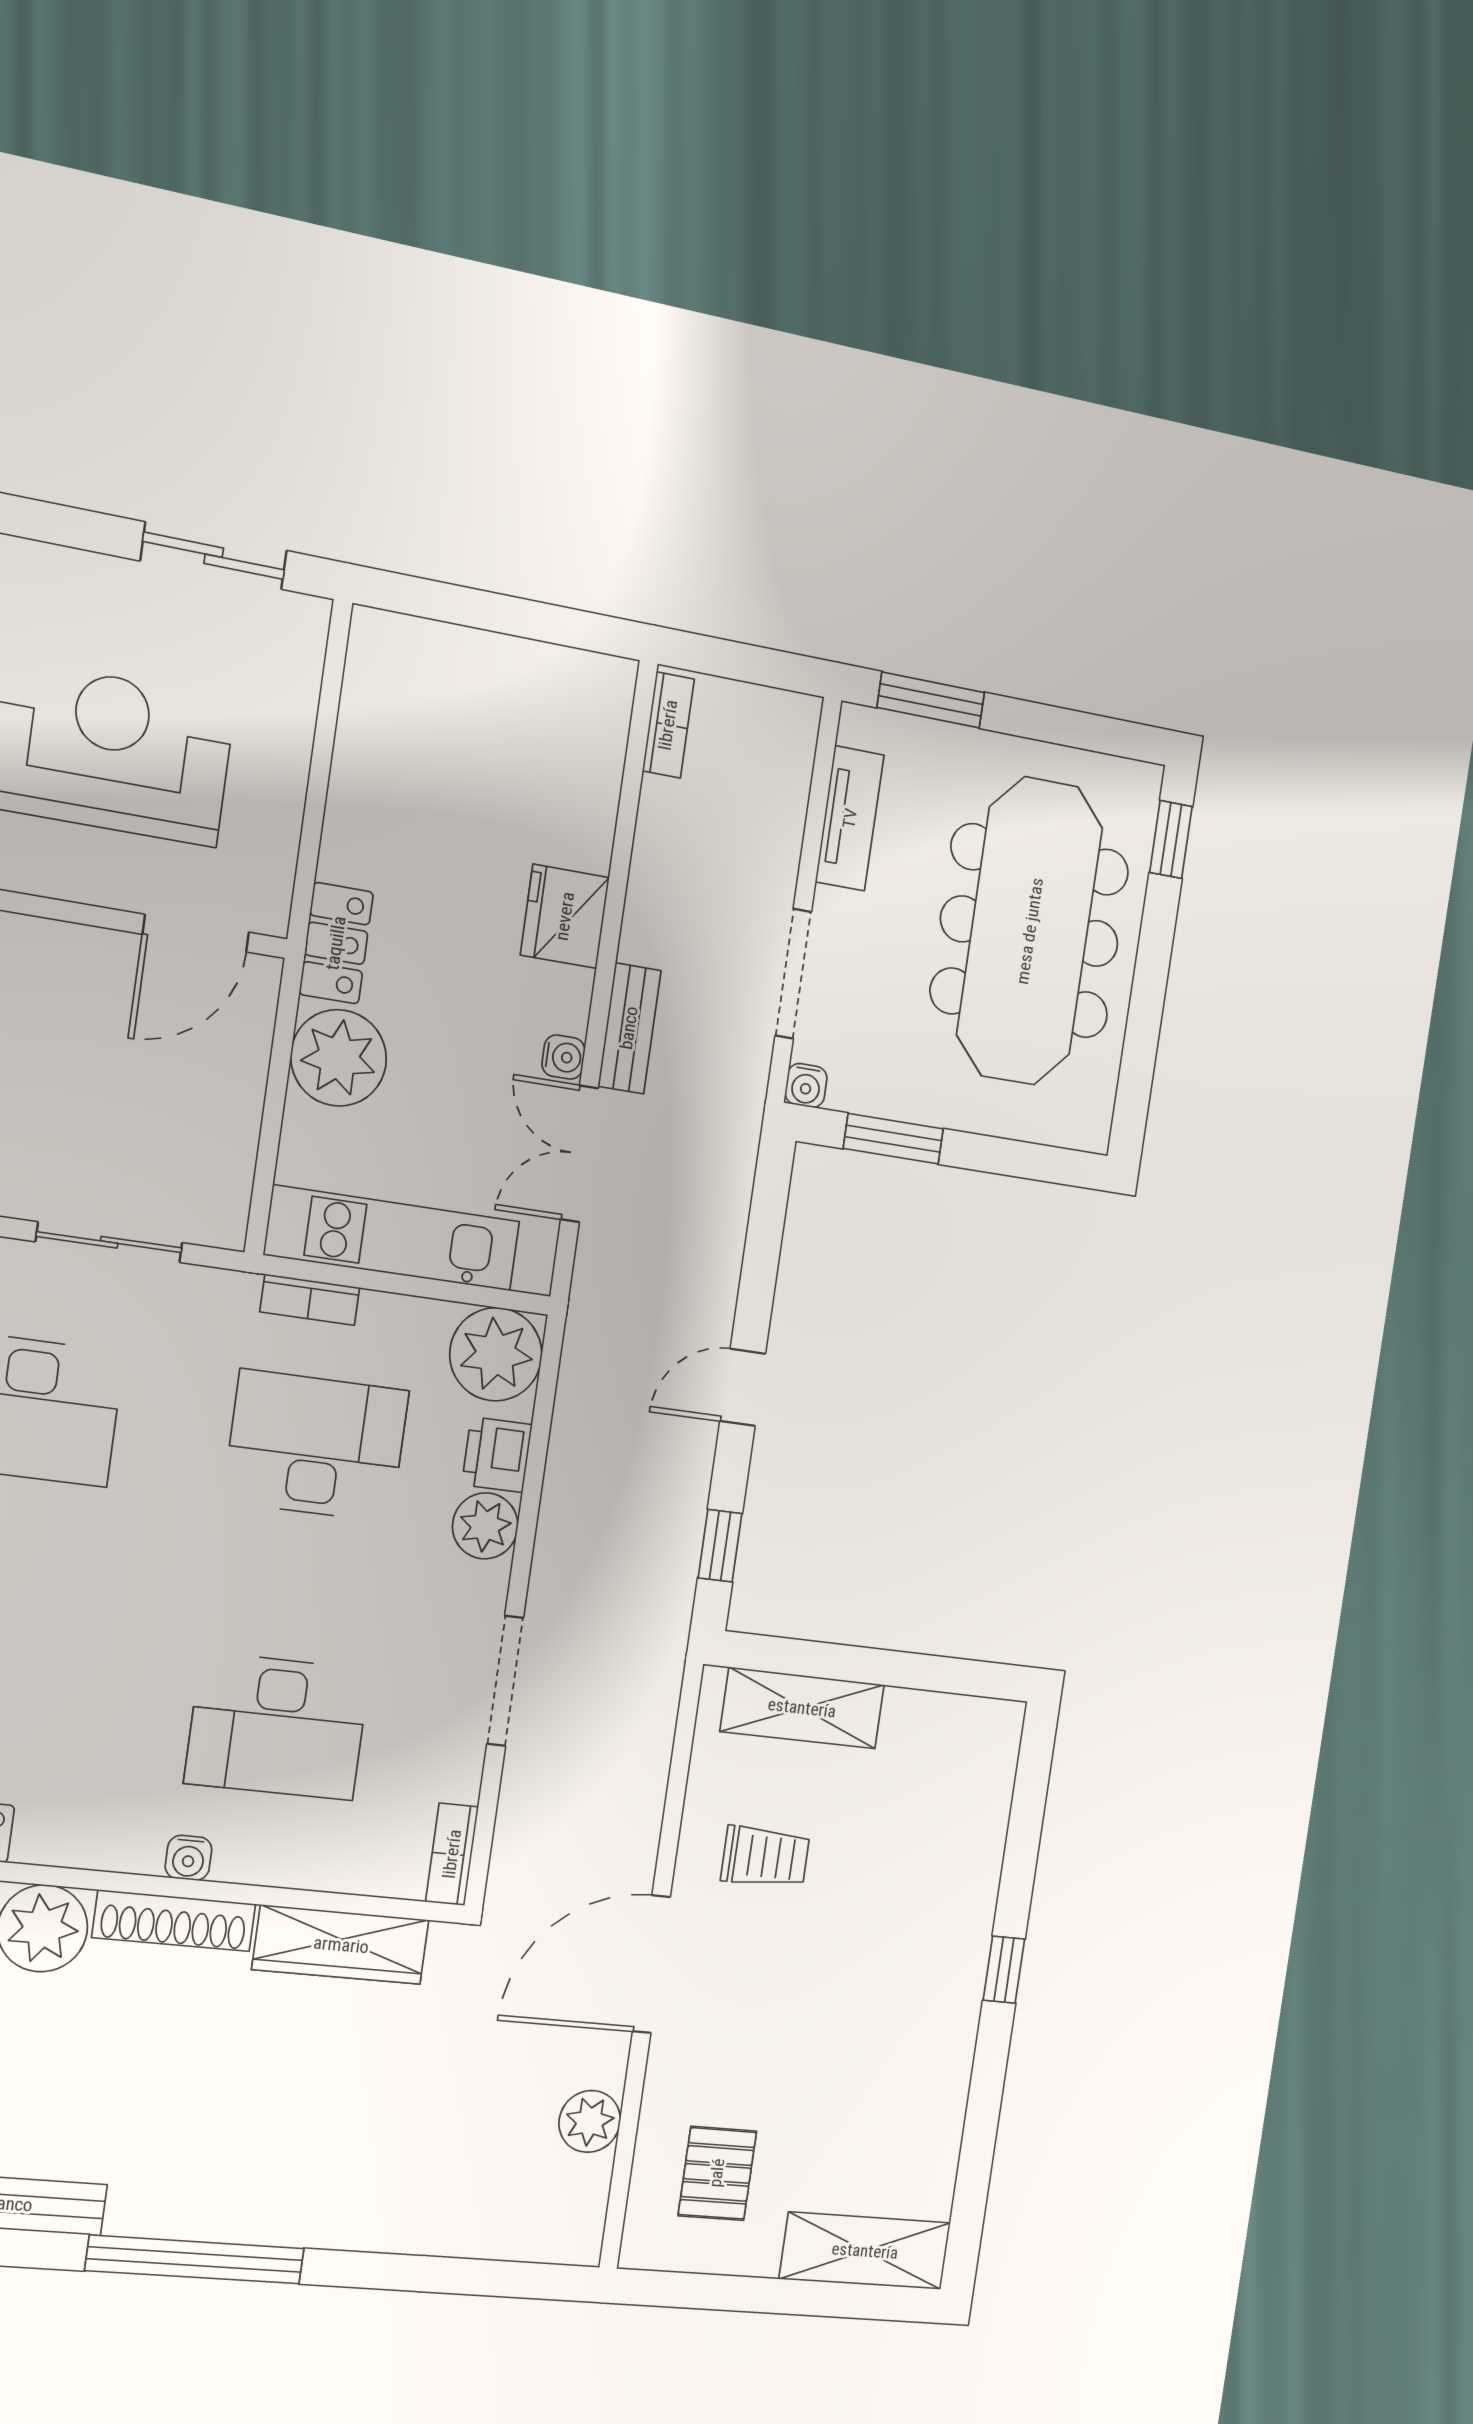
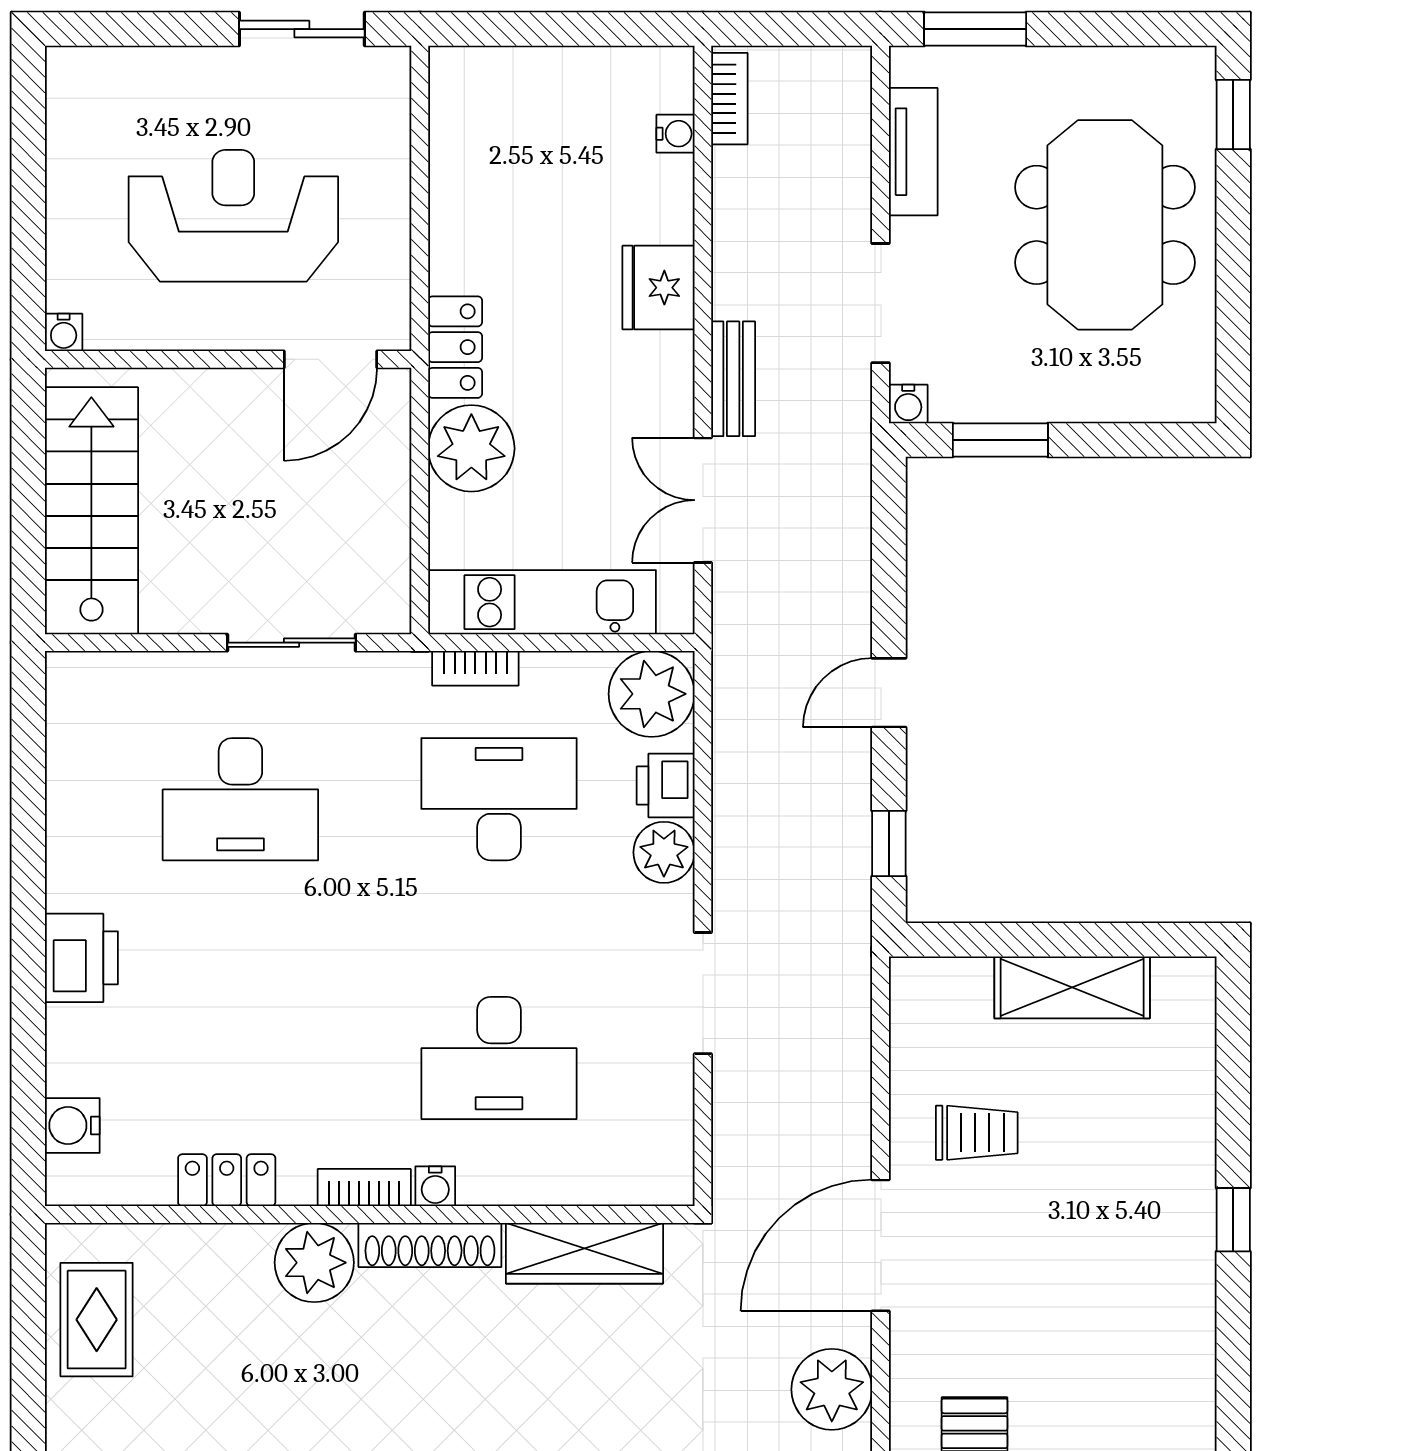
meeting table: (1030, 931) -> (1105, 225), width x0.73
water cooler: (563, 1057) -> (676, 134), moved
shelving: (802, 1708) -> (1072, 987), moved
bookcase: (452, 1854) -> (364, 1188), moved, turned 90
plant: (590, 2121) -> (832, 1389), width x1.36, depth x1.36

